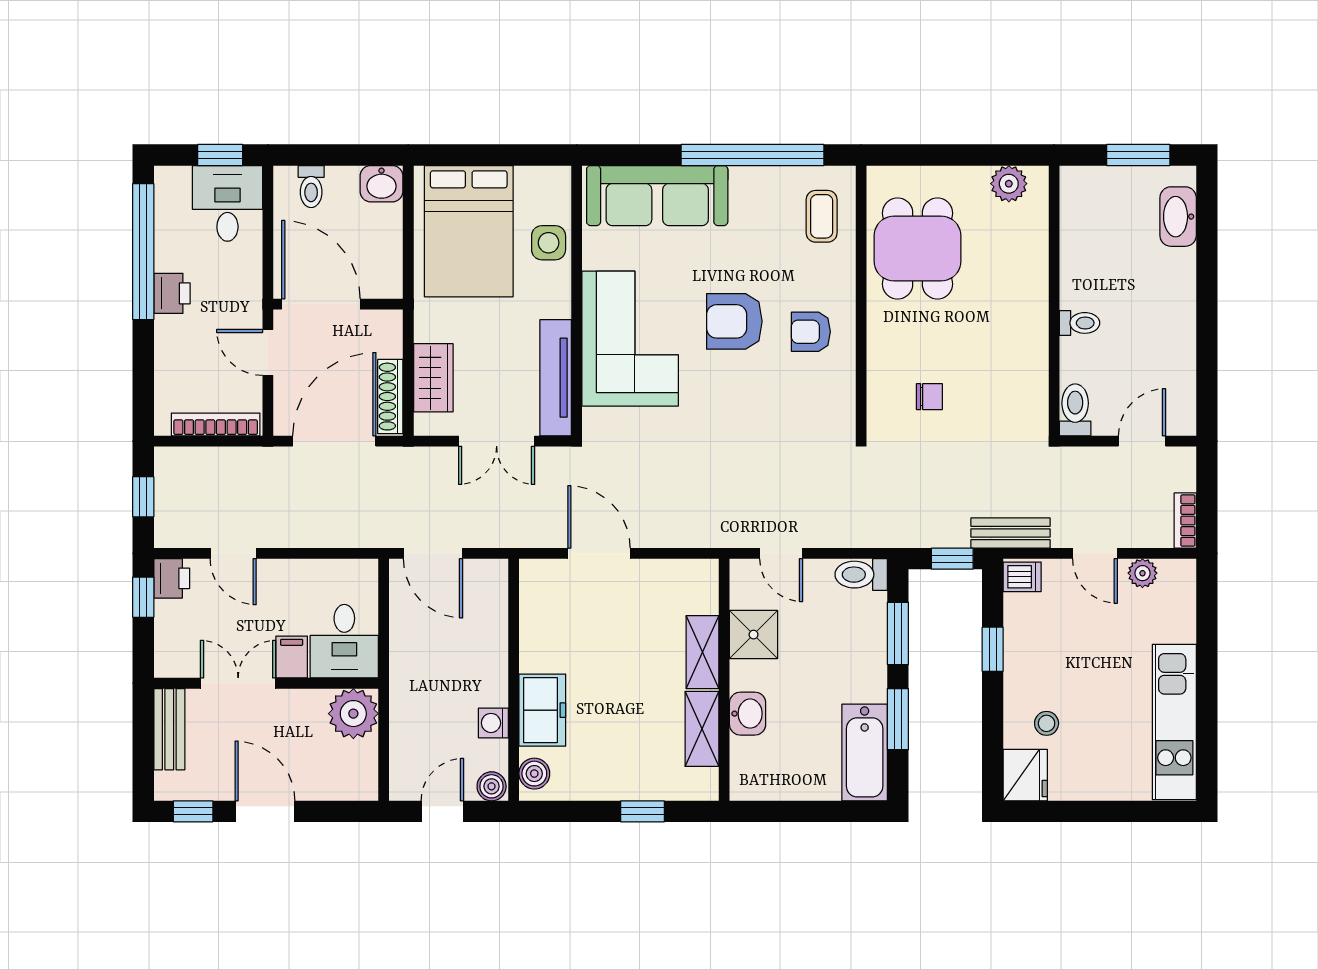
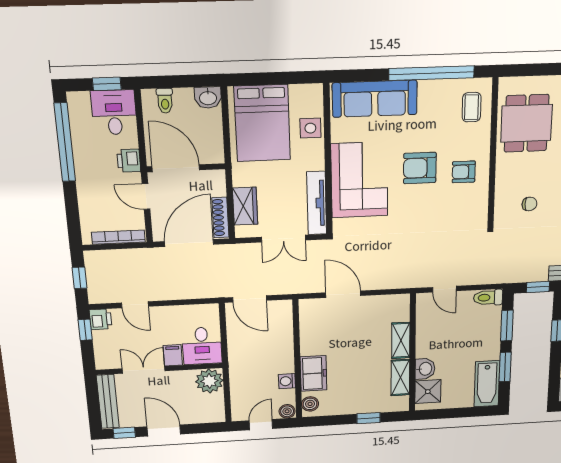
printer: (172, 293) -> (129, 161), moved, turned 180
shower: (754, 635) -> (428, 392), moved
bench: (169, 729) -> (108, 402), width x1.36

